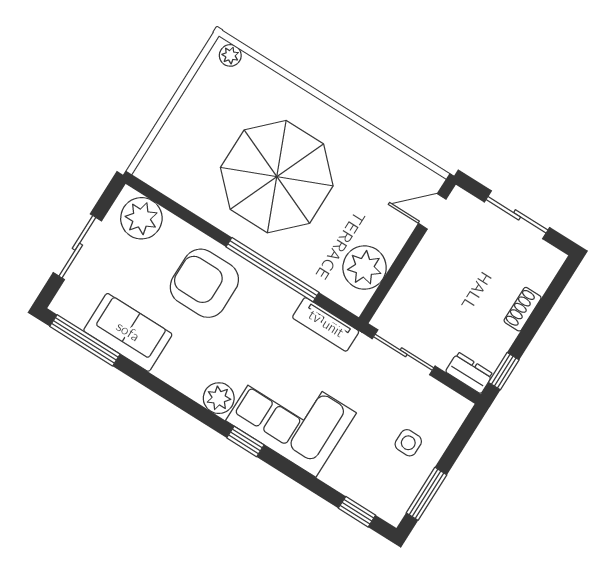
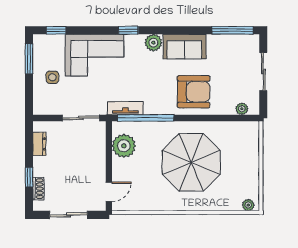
plant: (141, 218) -> (242, 109), width x0.53, depth x0.53
window: (272, 270) -> (146, 118), moved
shoe rack: (523, 309) -> (38, 189), moved
sofa: (128, 332) -> (184, 47), moved
window: (504, 371) -> (29, 177), moved
dresser: (469, 373) -> (39, 144), moved, turned -90
corner sofa: (291, 417) -> (95, 55), moved

